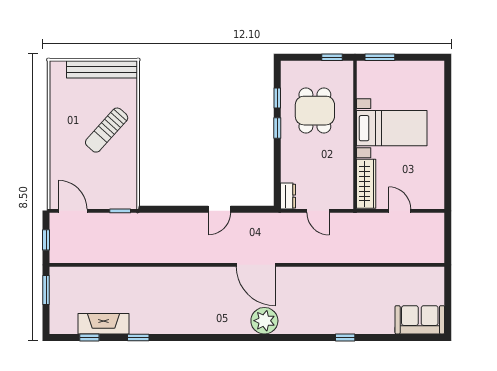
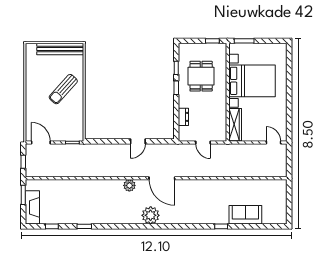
bed with nightstands: (392, 128) -> (252, 81), width x1.36
dresser: (288, 196) -> (183, 117), moved
door: (400, 211) -> (274, 143), moved
plant: (207, 276) -> (129, 185), added
sofa: (420, 320) -> (245, 215), moved
plant: (264, 321) -> (151, 215), moved
fireplace: (104, 324) -> (32, 207), moved, turned 90

